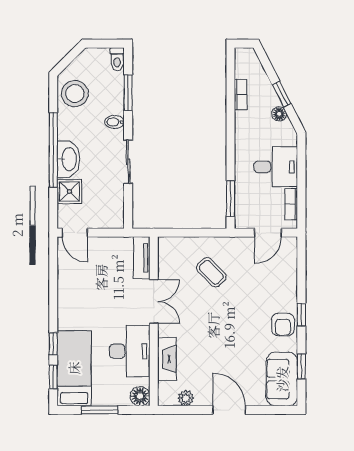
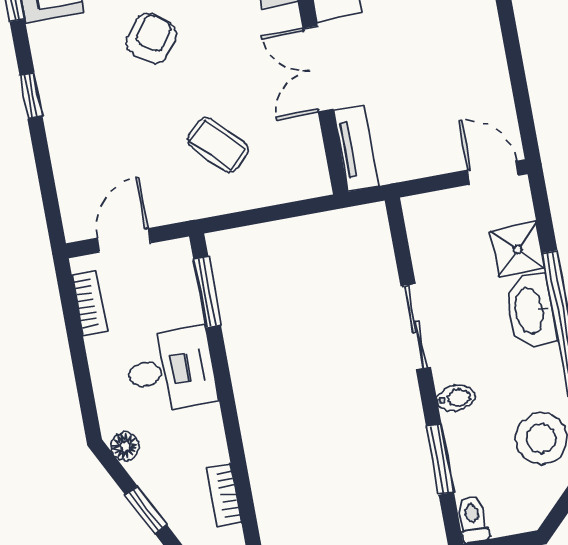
floor lamp: (279, 114) -> (125, 446), moved
desk: (276, 167) -> (171, 370), moved, turned 180
armchair: (283, 324) -> (151, 38), moved, turned 36

